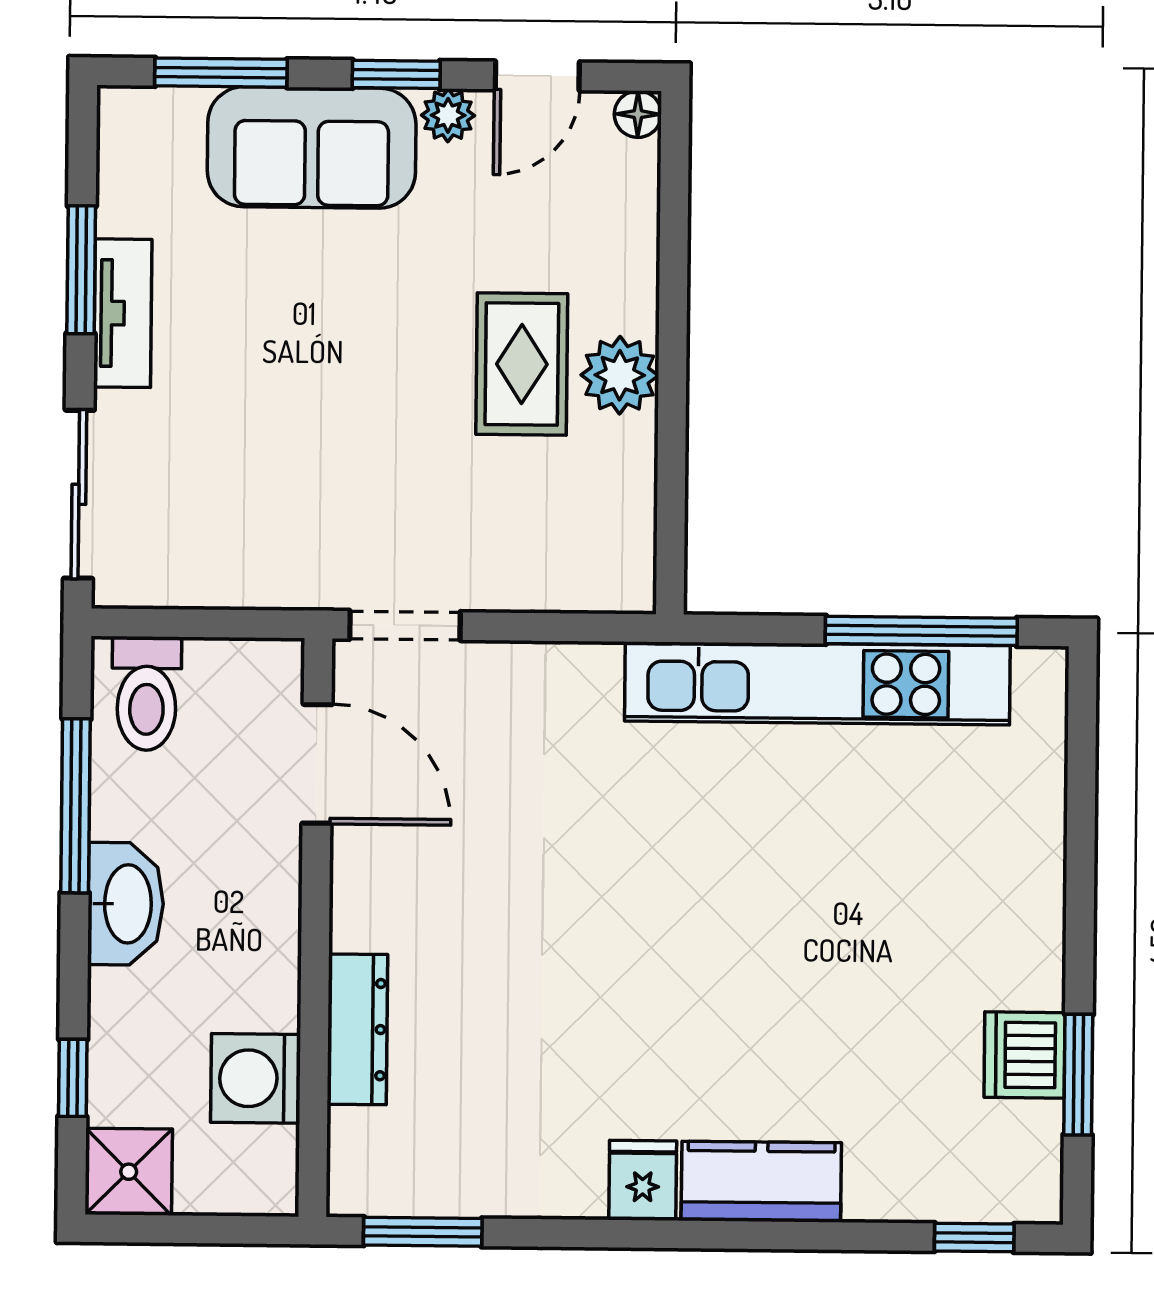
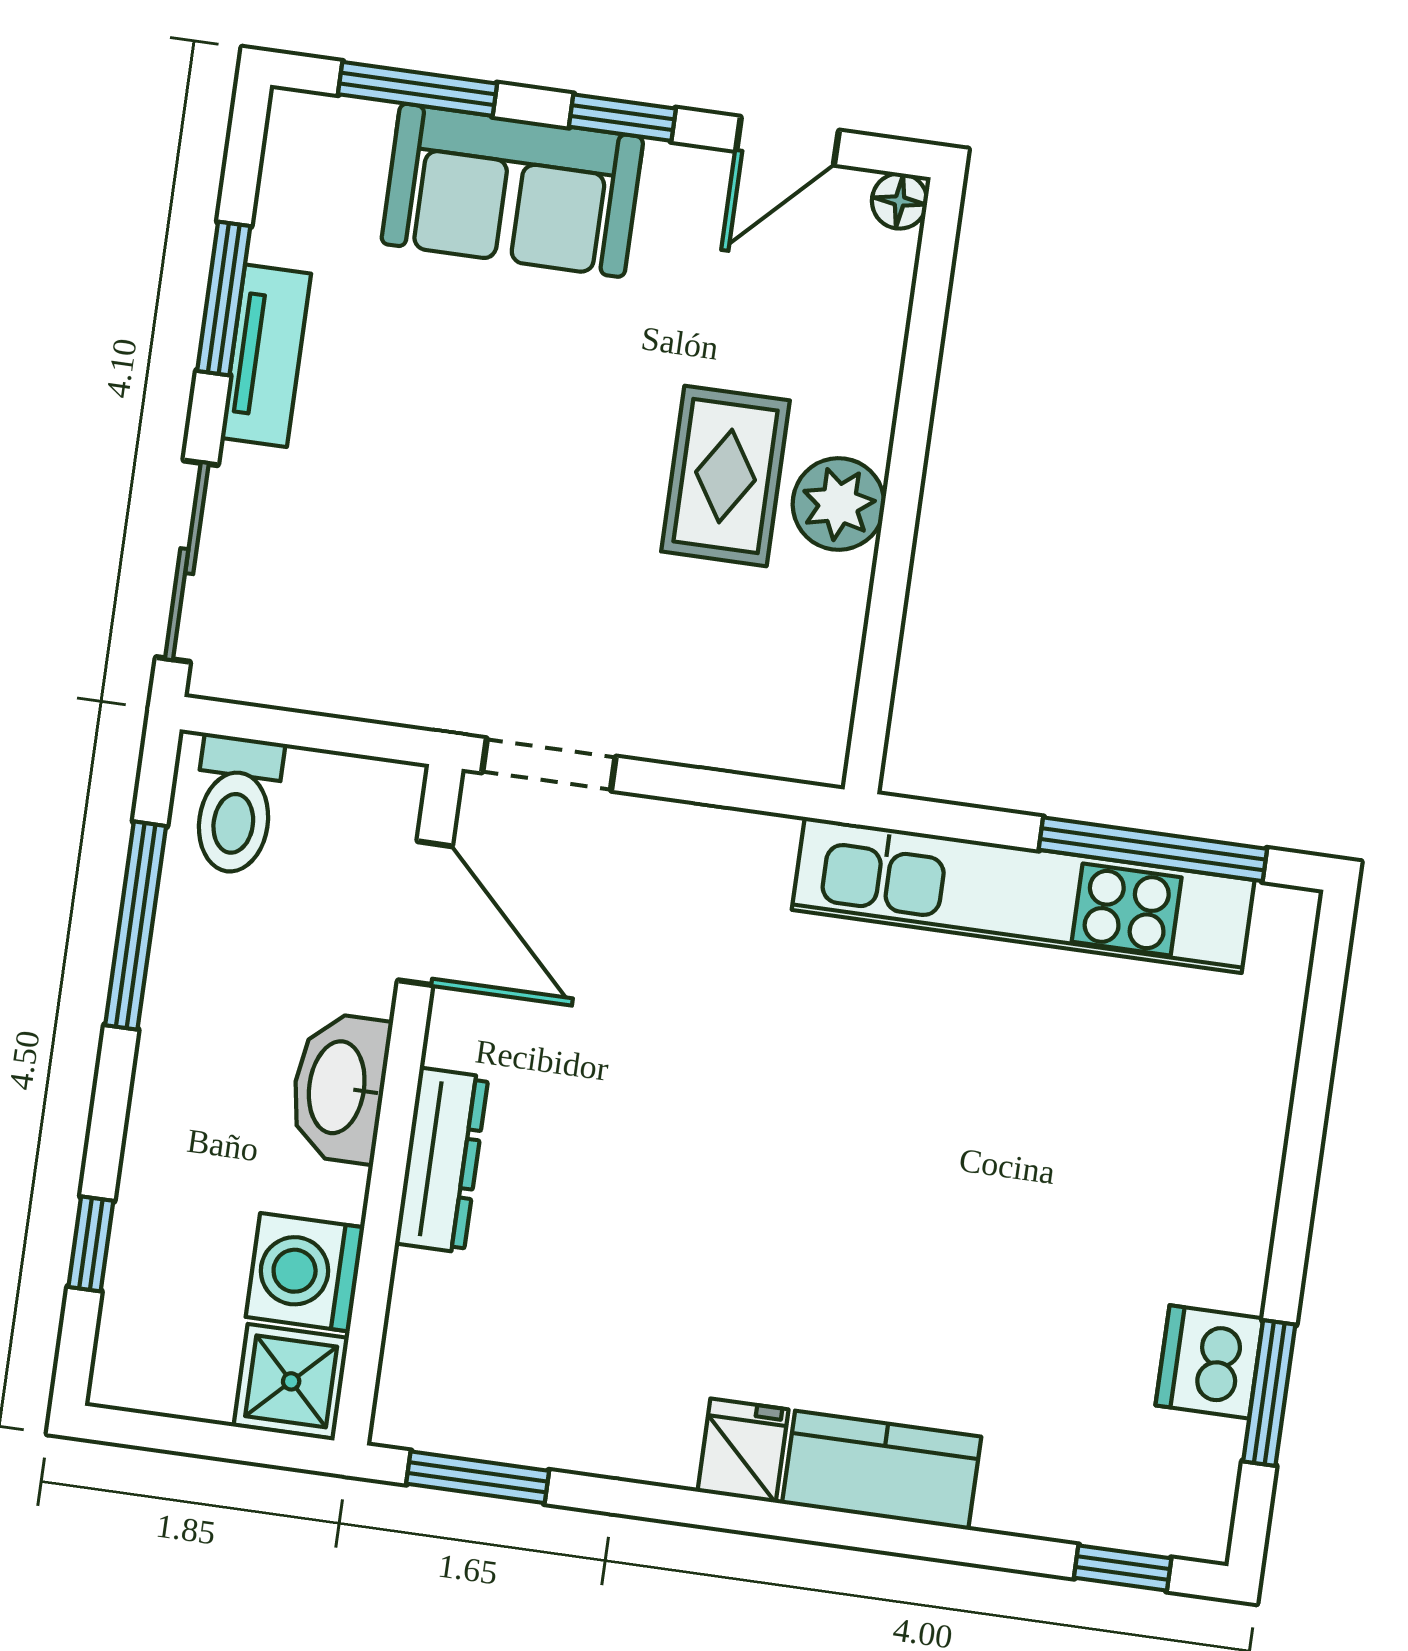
plant: (448, 115) -> (677, 173), removed
washbasin: (126, 904) -> (339, 1088), moved, turned 180
dresser: (357, 1029) -> (442, 1160), moved
shower: (129, 1172) -> (291, 1381), moved

